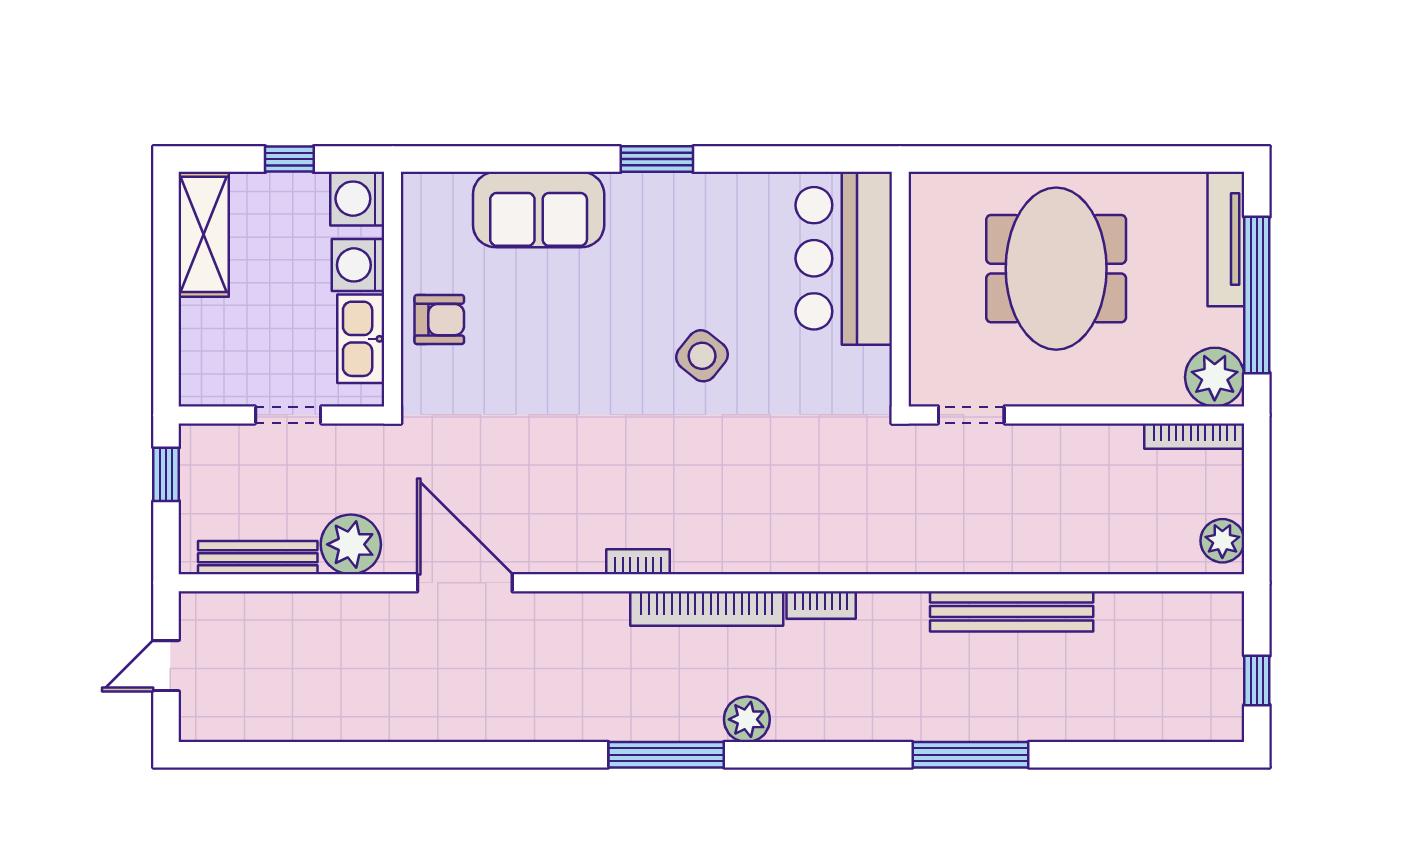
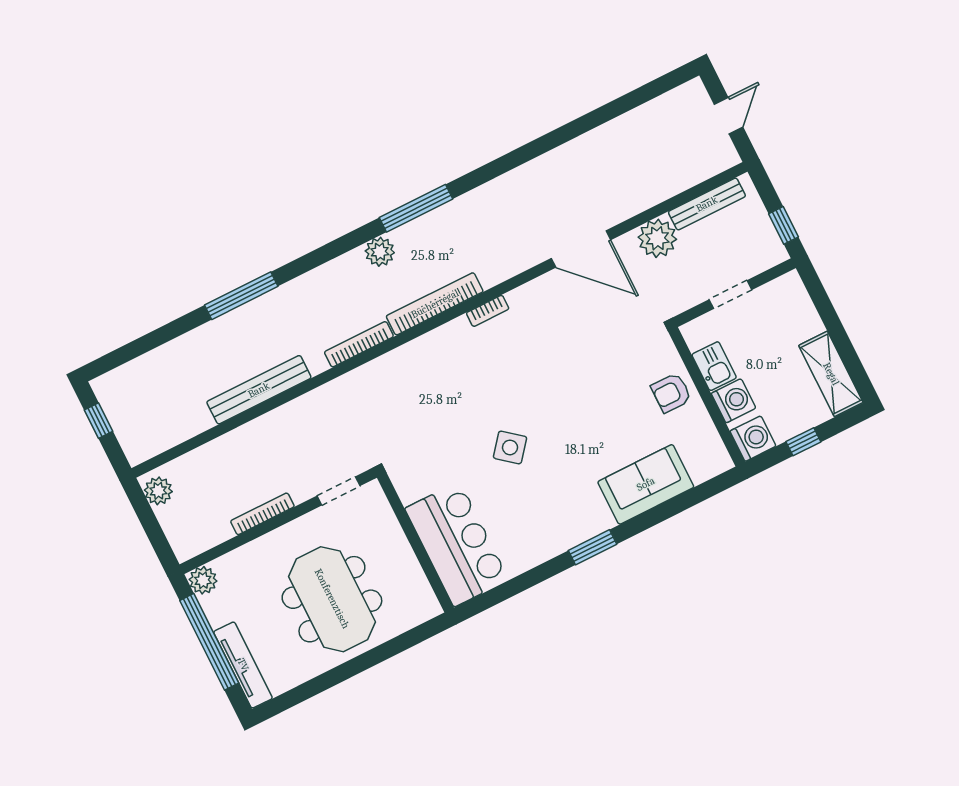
kitchen sink: (361, 339) -> (714, 366), width x0.73
plant: (1215, 377) -> (203, 580), width x0.73, depth x0.73
bookcase: (1194, 436) -> (262, 514), moved
bookcase: (821, 605) -> (359, 344), width x1.56

